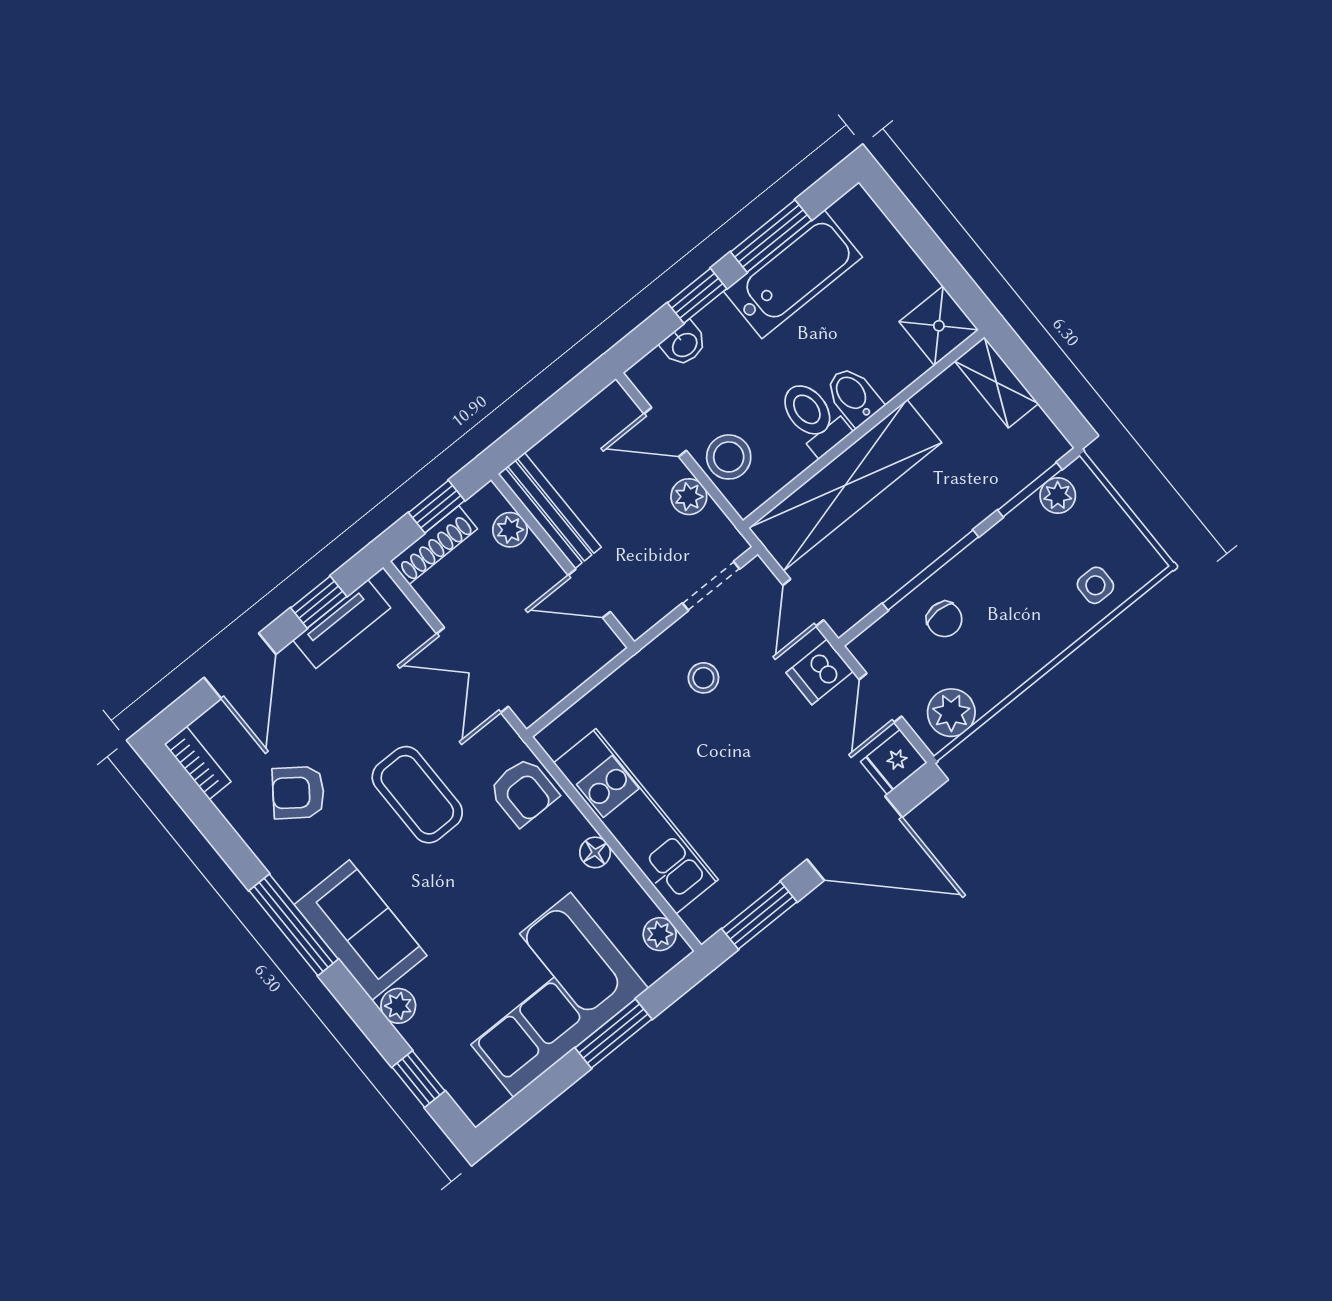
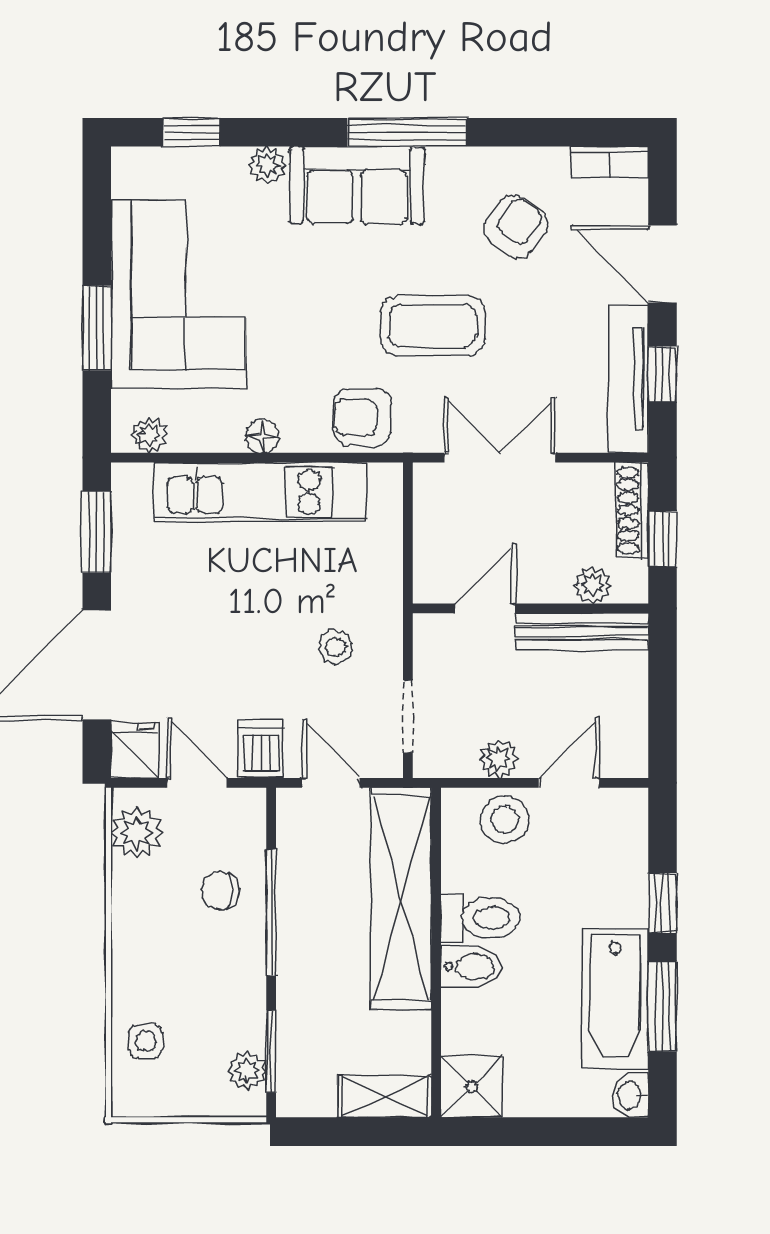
washbasin: (684, 344) -> (630, 1095), moved
tv unit: (342, 624) -> (628, 379), width x1.41

